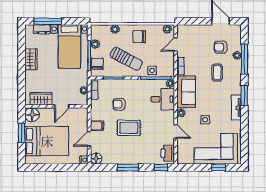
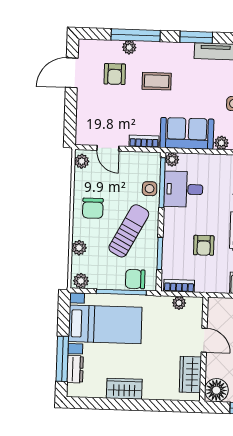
plant: (95, 44) -> (81, 281), moved
desk: (163, 99) -> (183, 189), moved, turned -90

